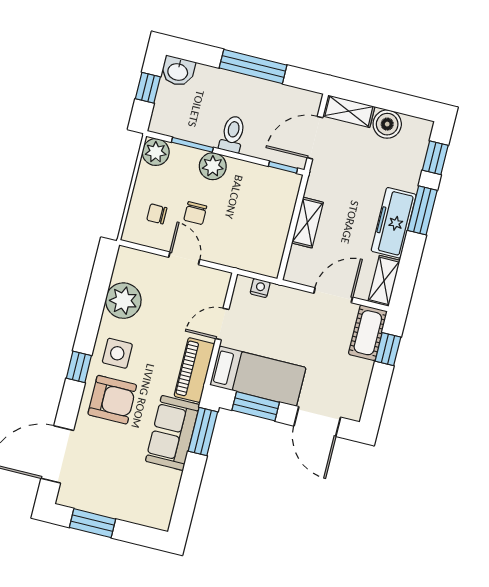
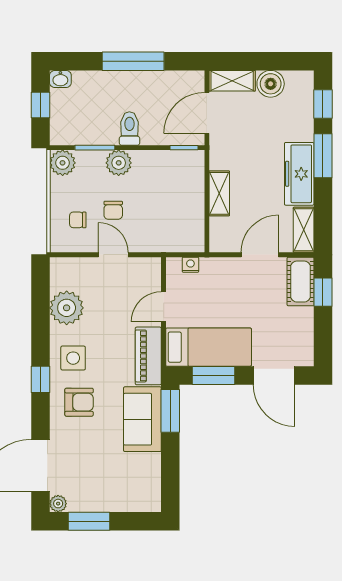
washbasin: (178, 71) -> (60, 79), width x0.72, depth x0.69
armchair: (112, 400) -> (79, 402), width x0.72, depth x0.72
plant: (65, 498) -> (58, 504), added

